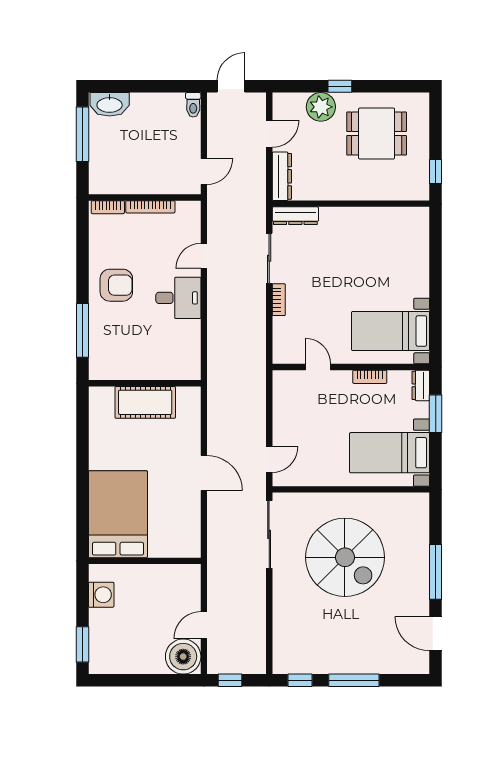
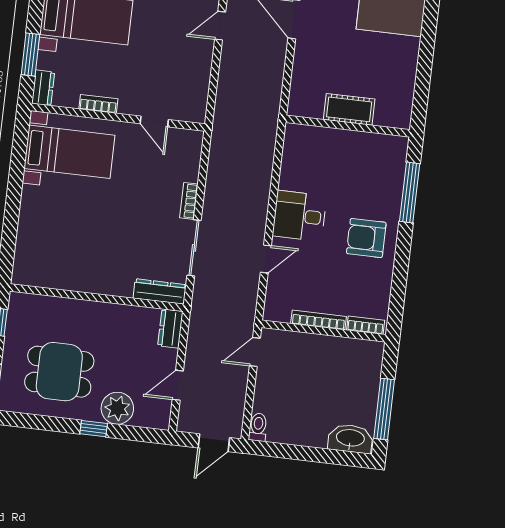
dresser: (282, 176) -> (170, 329), width x0.70
cot: (145, 402) -> (349, 109), width x0.73, depth x0.75

